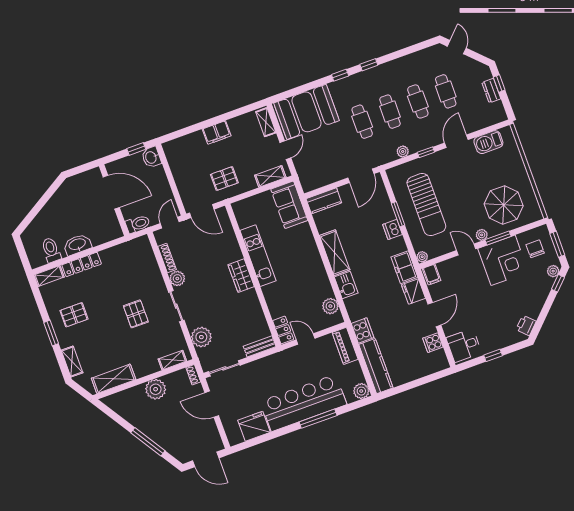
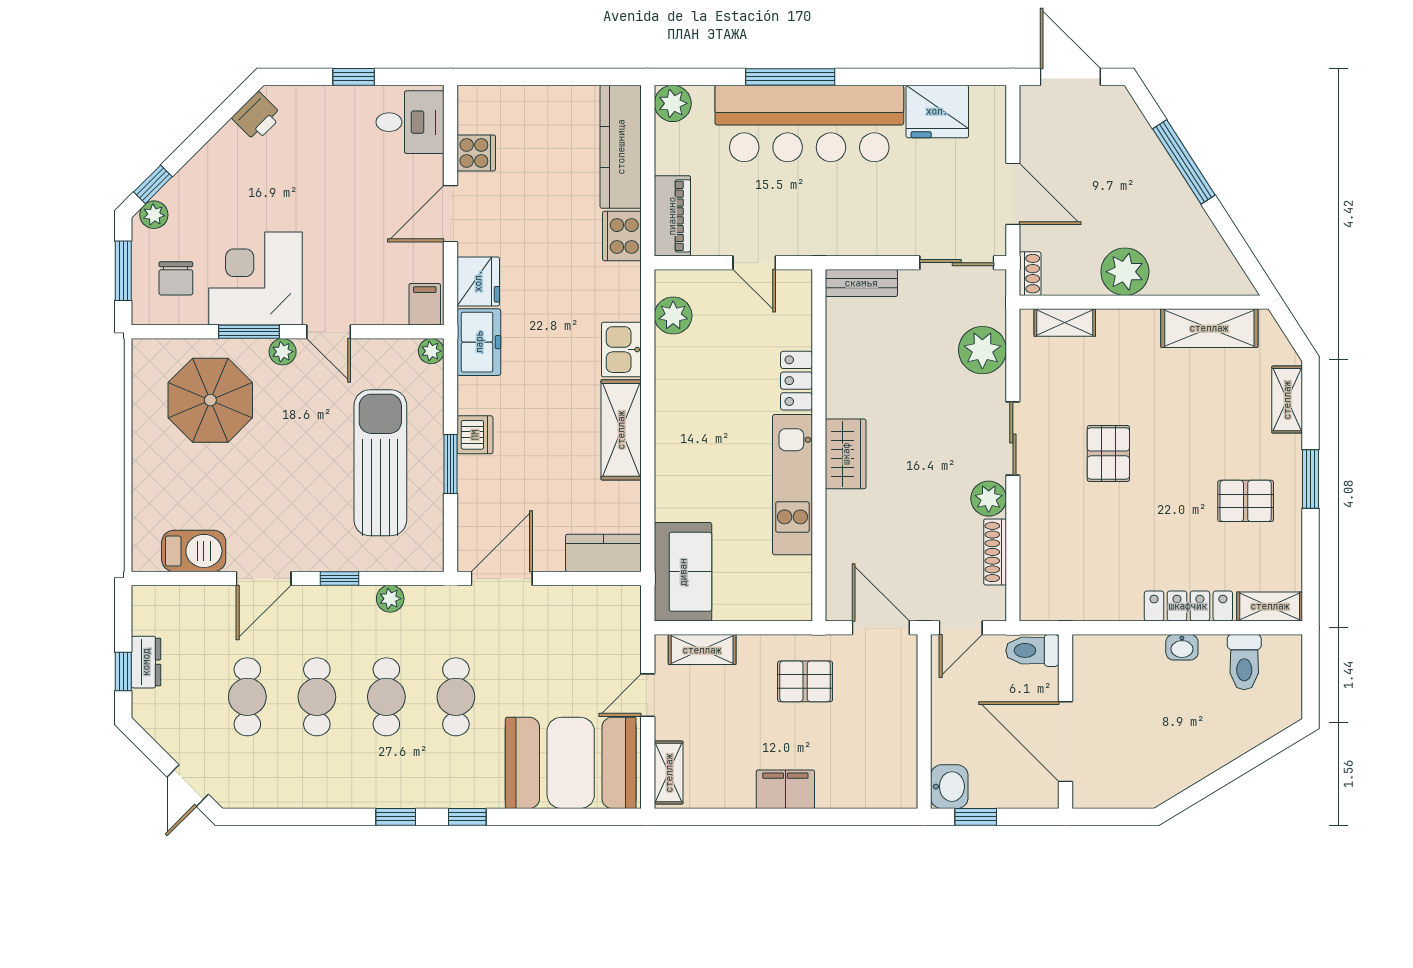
washbasin: (77, 245) -> (1182, 647), width x0.52, depth x0.69
locker: (283, 330) -> (796, 381), moved

